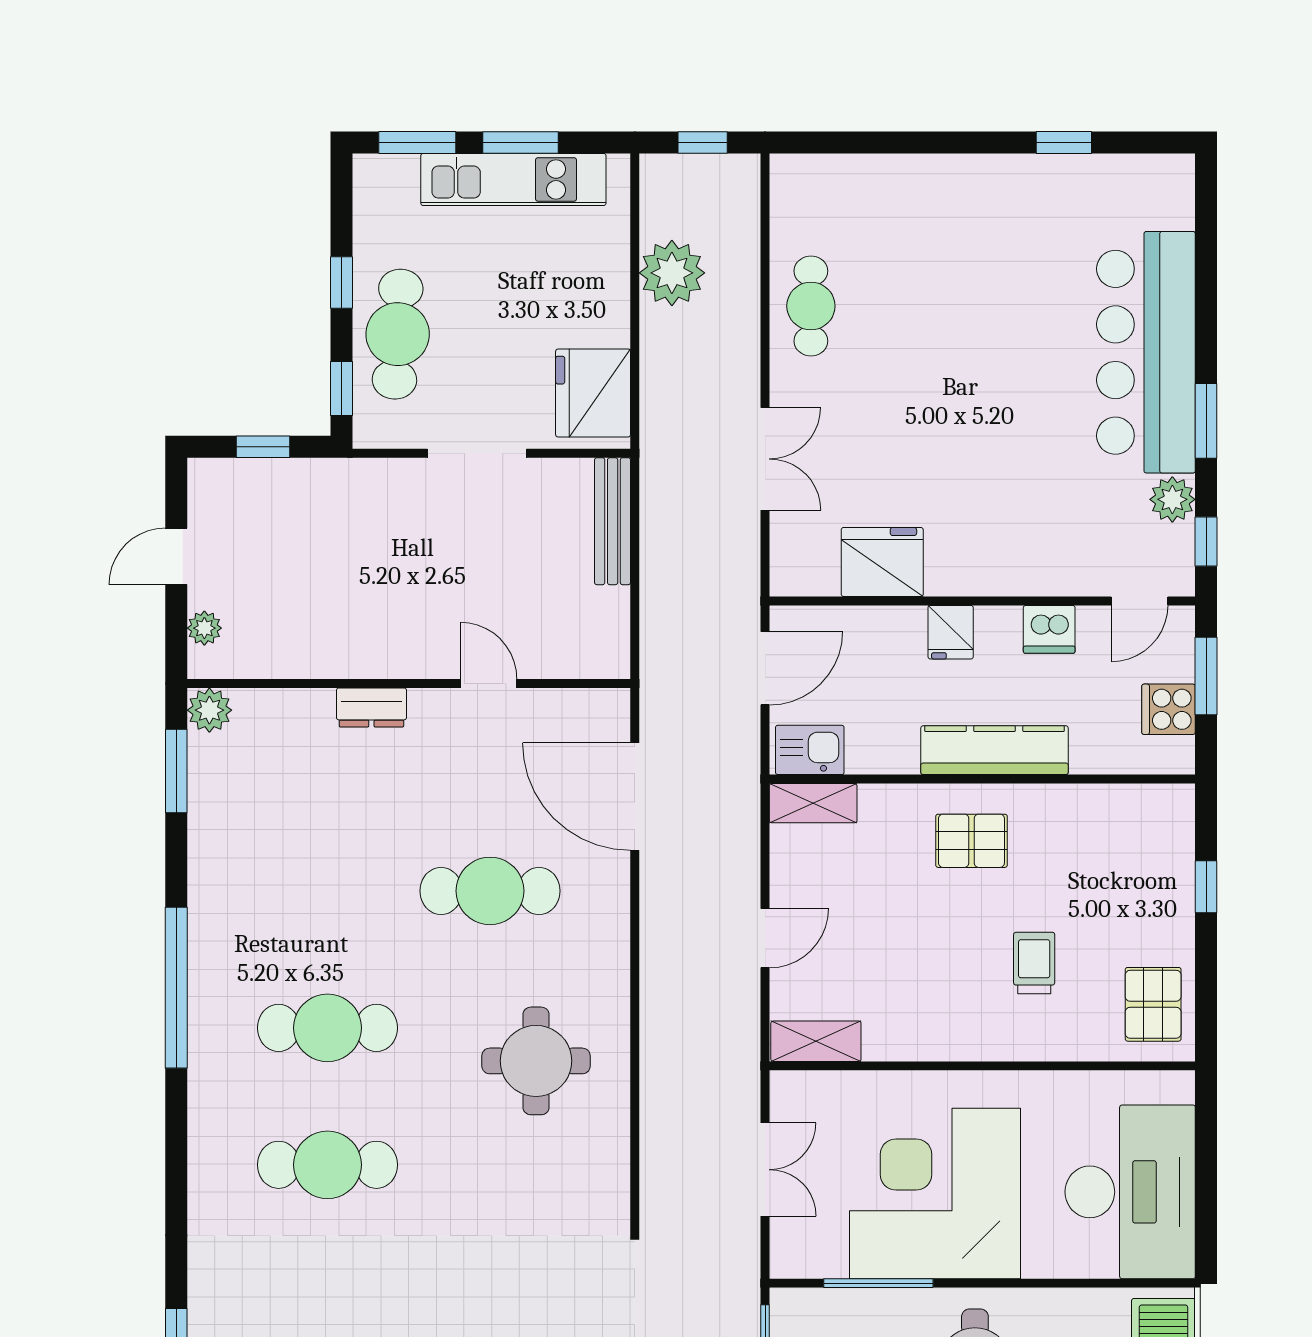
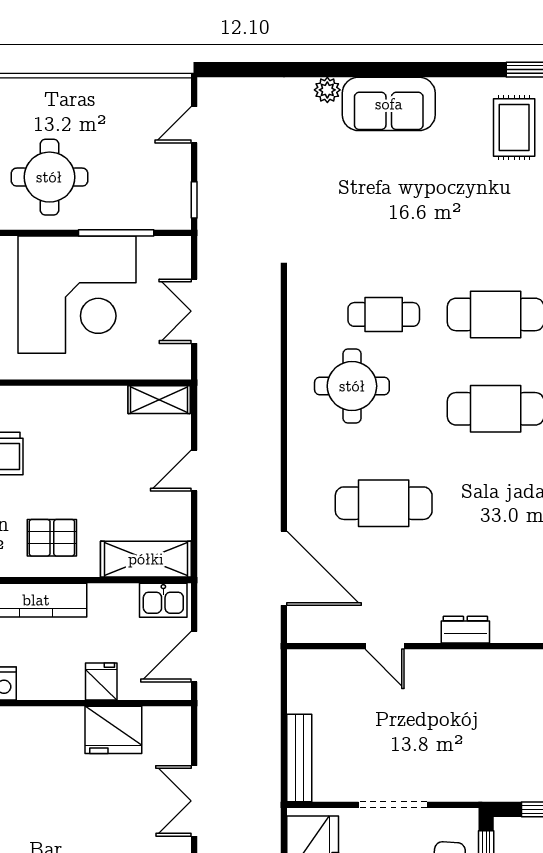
fridge: (951, 632) -> (101, 681), moved
shelving: (813, 803) -> (146, 559), width x1.50, depth x1.33
cafe table: (490, 1165) -> (384, 314), added

